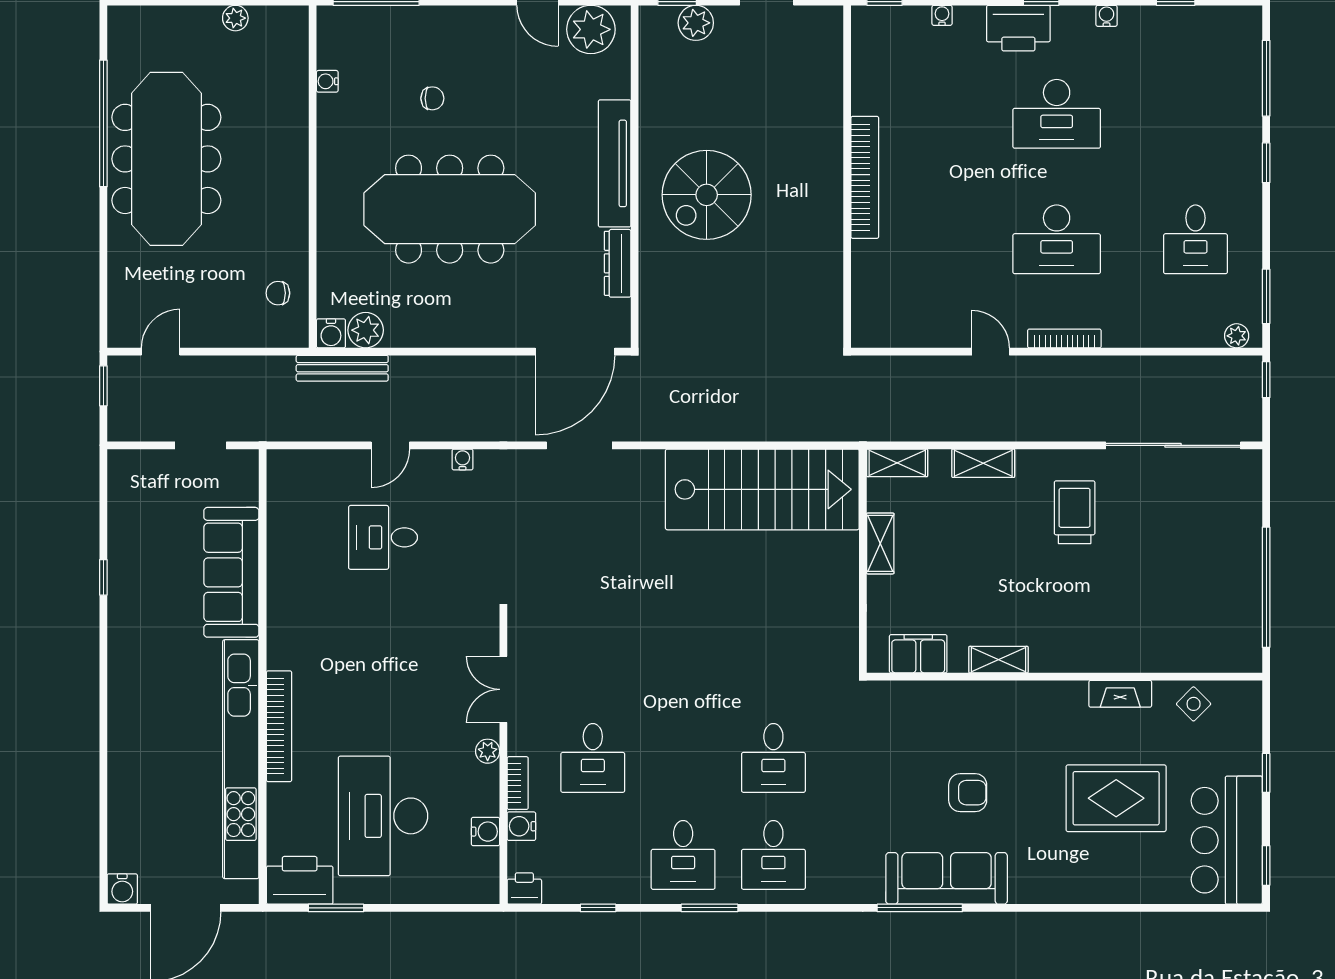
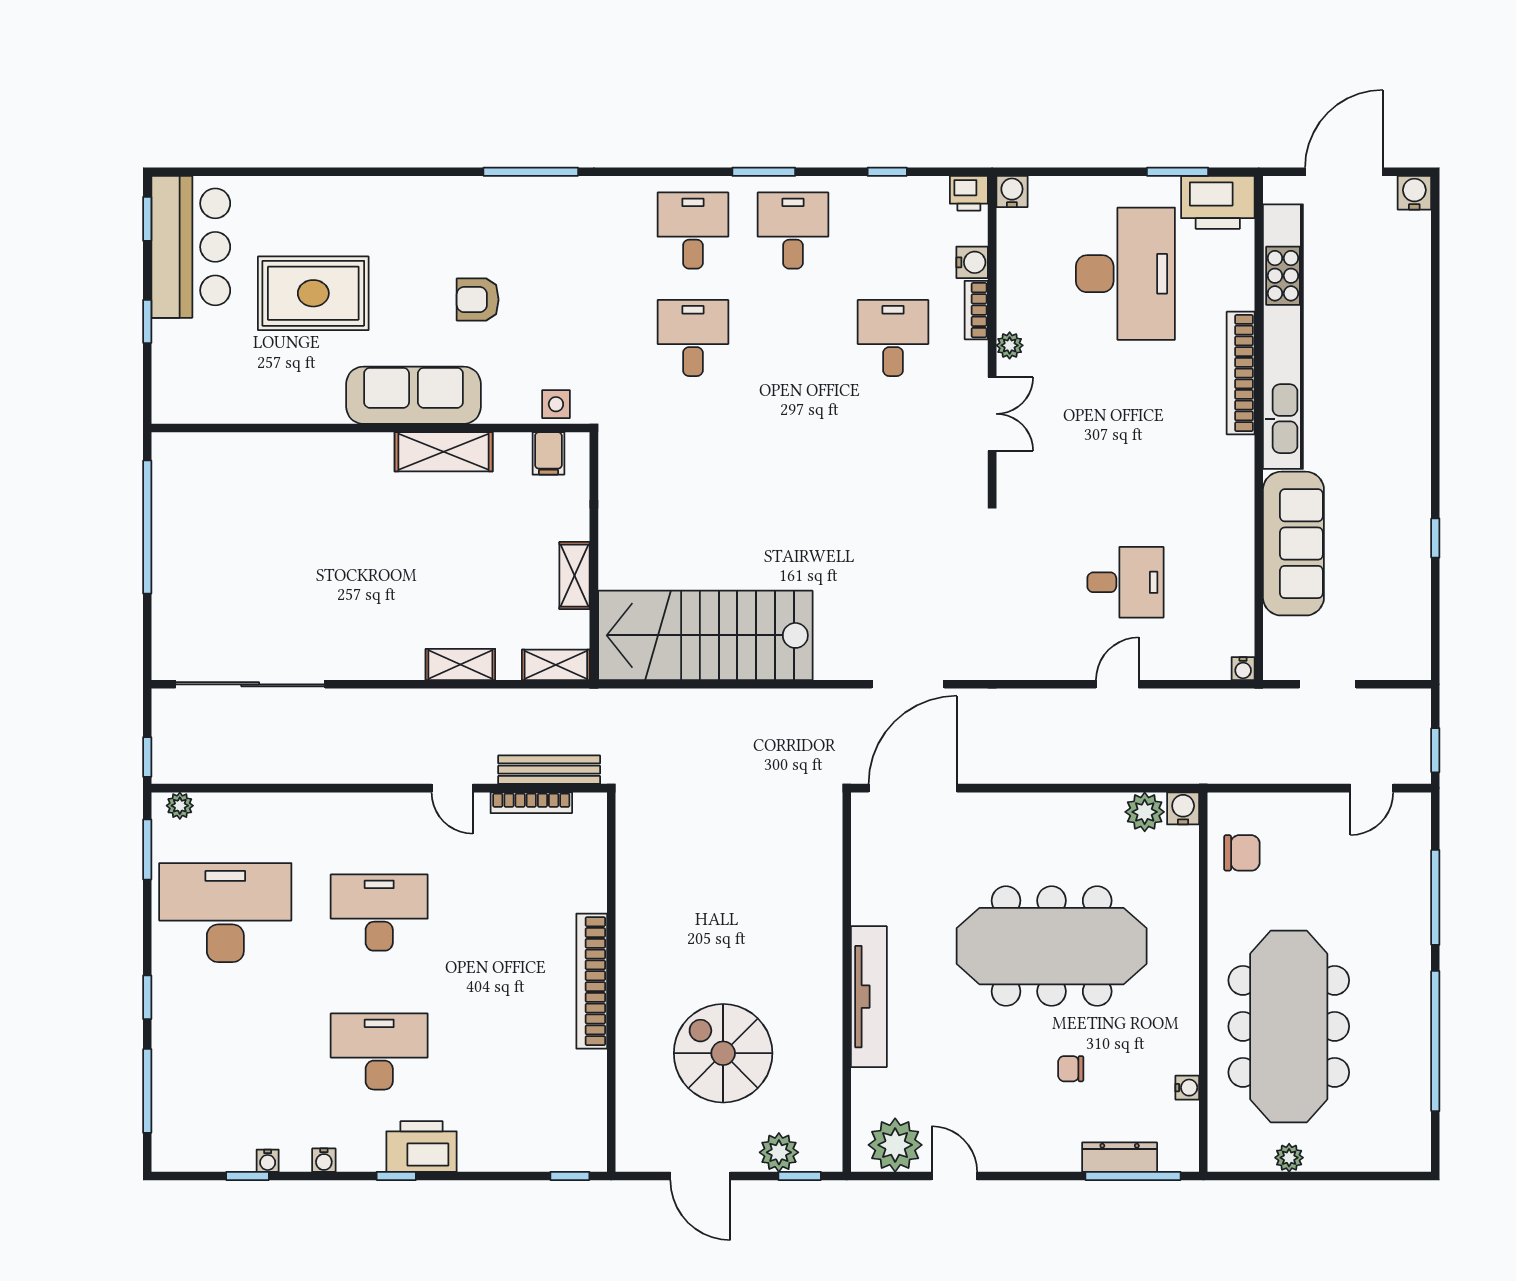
water cooler: (942, 15) -> (268, 1161), moved
meeting table: (166, 159) -> (1289, 1026), moved
spiral stairs: (707, 195) -> (723, 1053), moved, turned -90
desk: (1195, 239) -> (225, 913), width x1.87, depth x1.30
window: (103, 253) -> (1435, 897), added
dresser: (618, 263) -> (1120, 1157), moved, turned -90
chair: (278, 293) -> (1242, 853), width x1.37, depth x1.37
bookcase: (1064, 338) -> (531, 803), moved
bench: (342, 368) -> (549, 770), moved
water cooler: (463, 459) -> (1243, 669), moved
trolley: (1075, 512) -> (359, 610), removed
filing cabinet: (918, 654) -> (548, 453), width x0.50
shelving: (998, 660) -> (444, 452), width x1.50, depth x1.33
fireplace: (1120, 694) -> (309, 409), removed
side table: (1194, 704) -> (556, 404), moved, turned 45
water cooler: (485, 832) -> (1012, 192), moved, turned 90
sofa: (947, 878) -> (413, 395), moved, turned 180

